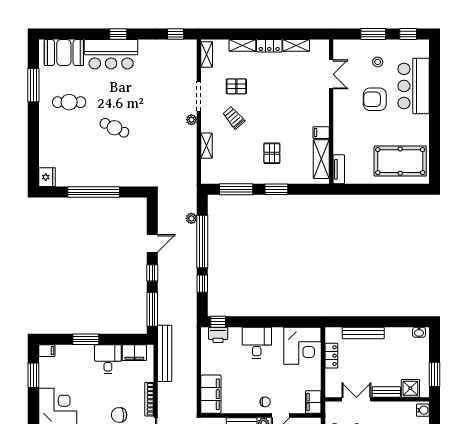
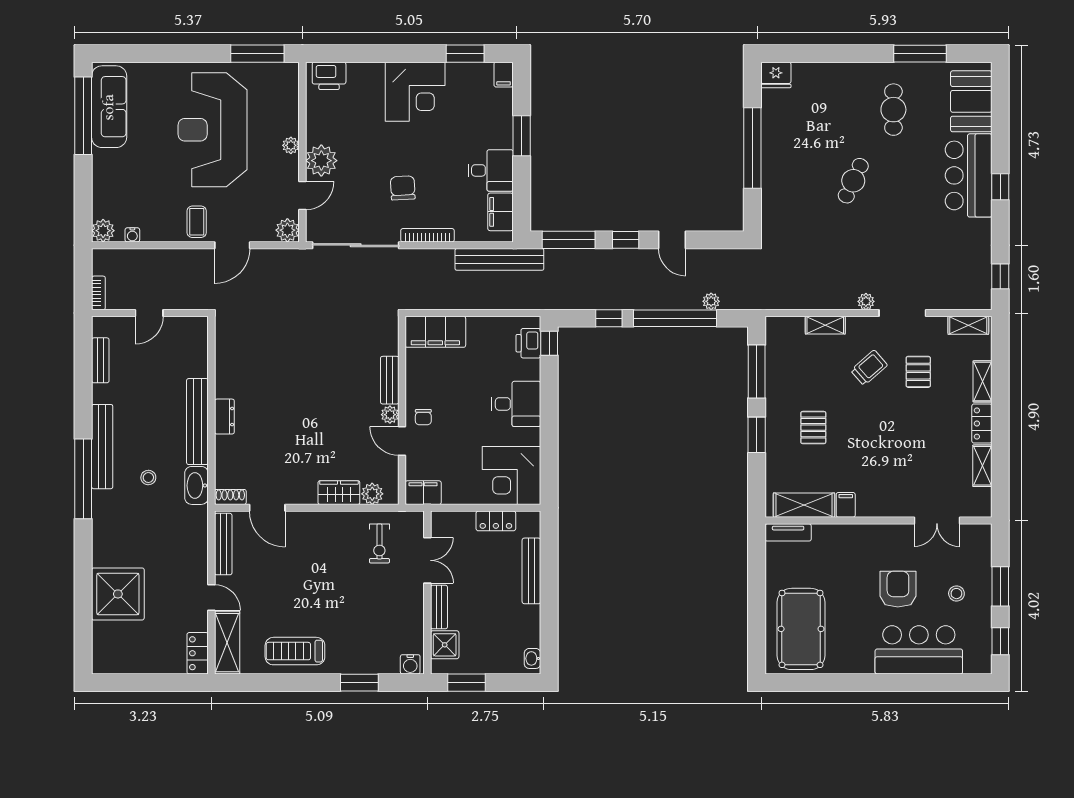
pallet: (272, 153) -> (813, 428), turned 90

